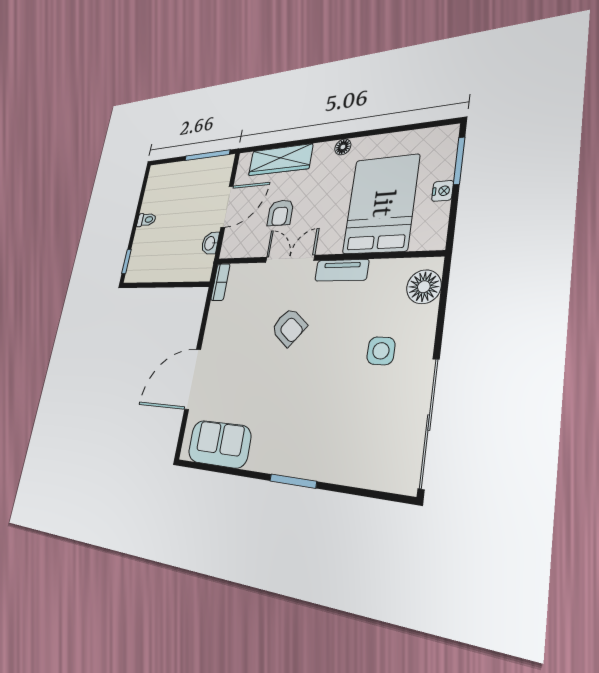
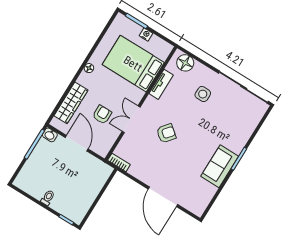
armchair: (280, 213) -> (102, 115), turned -90
washbasin: (210, 243) -> (50, 135), moved
tv unit: (342, 270) -> (161, 84), moved
sofa: (219, 444) -> (220, 166), moved

